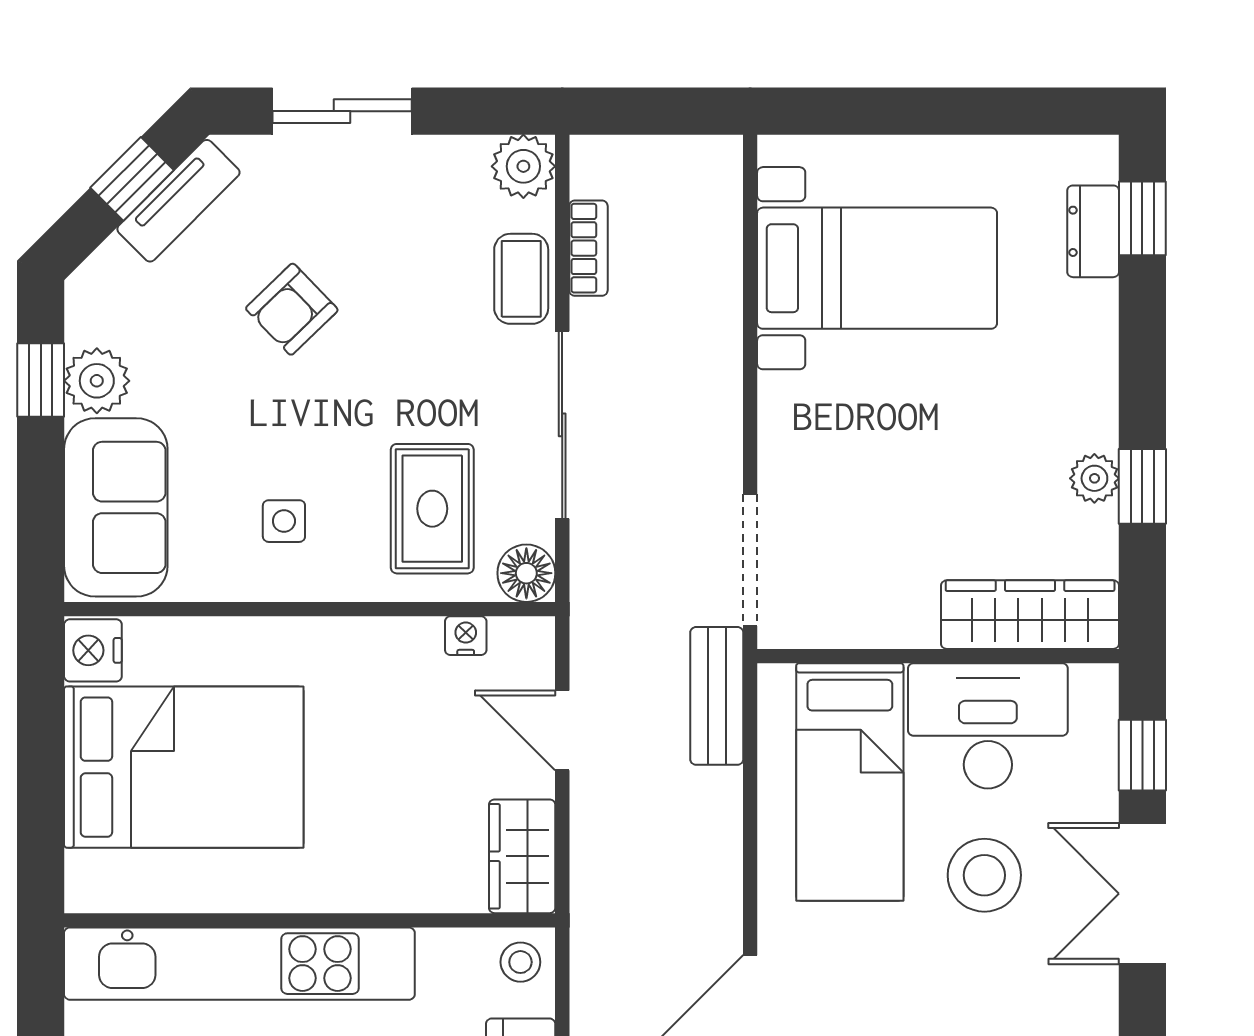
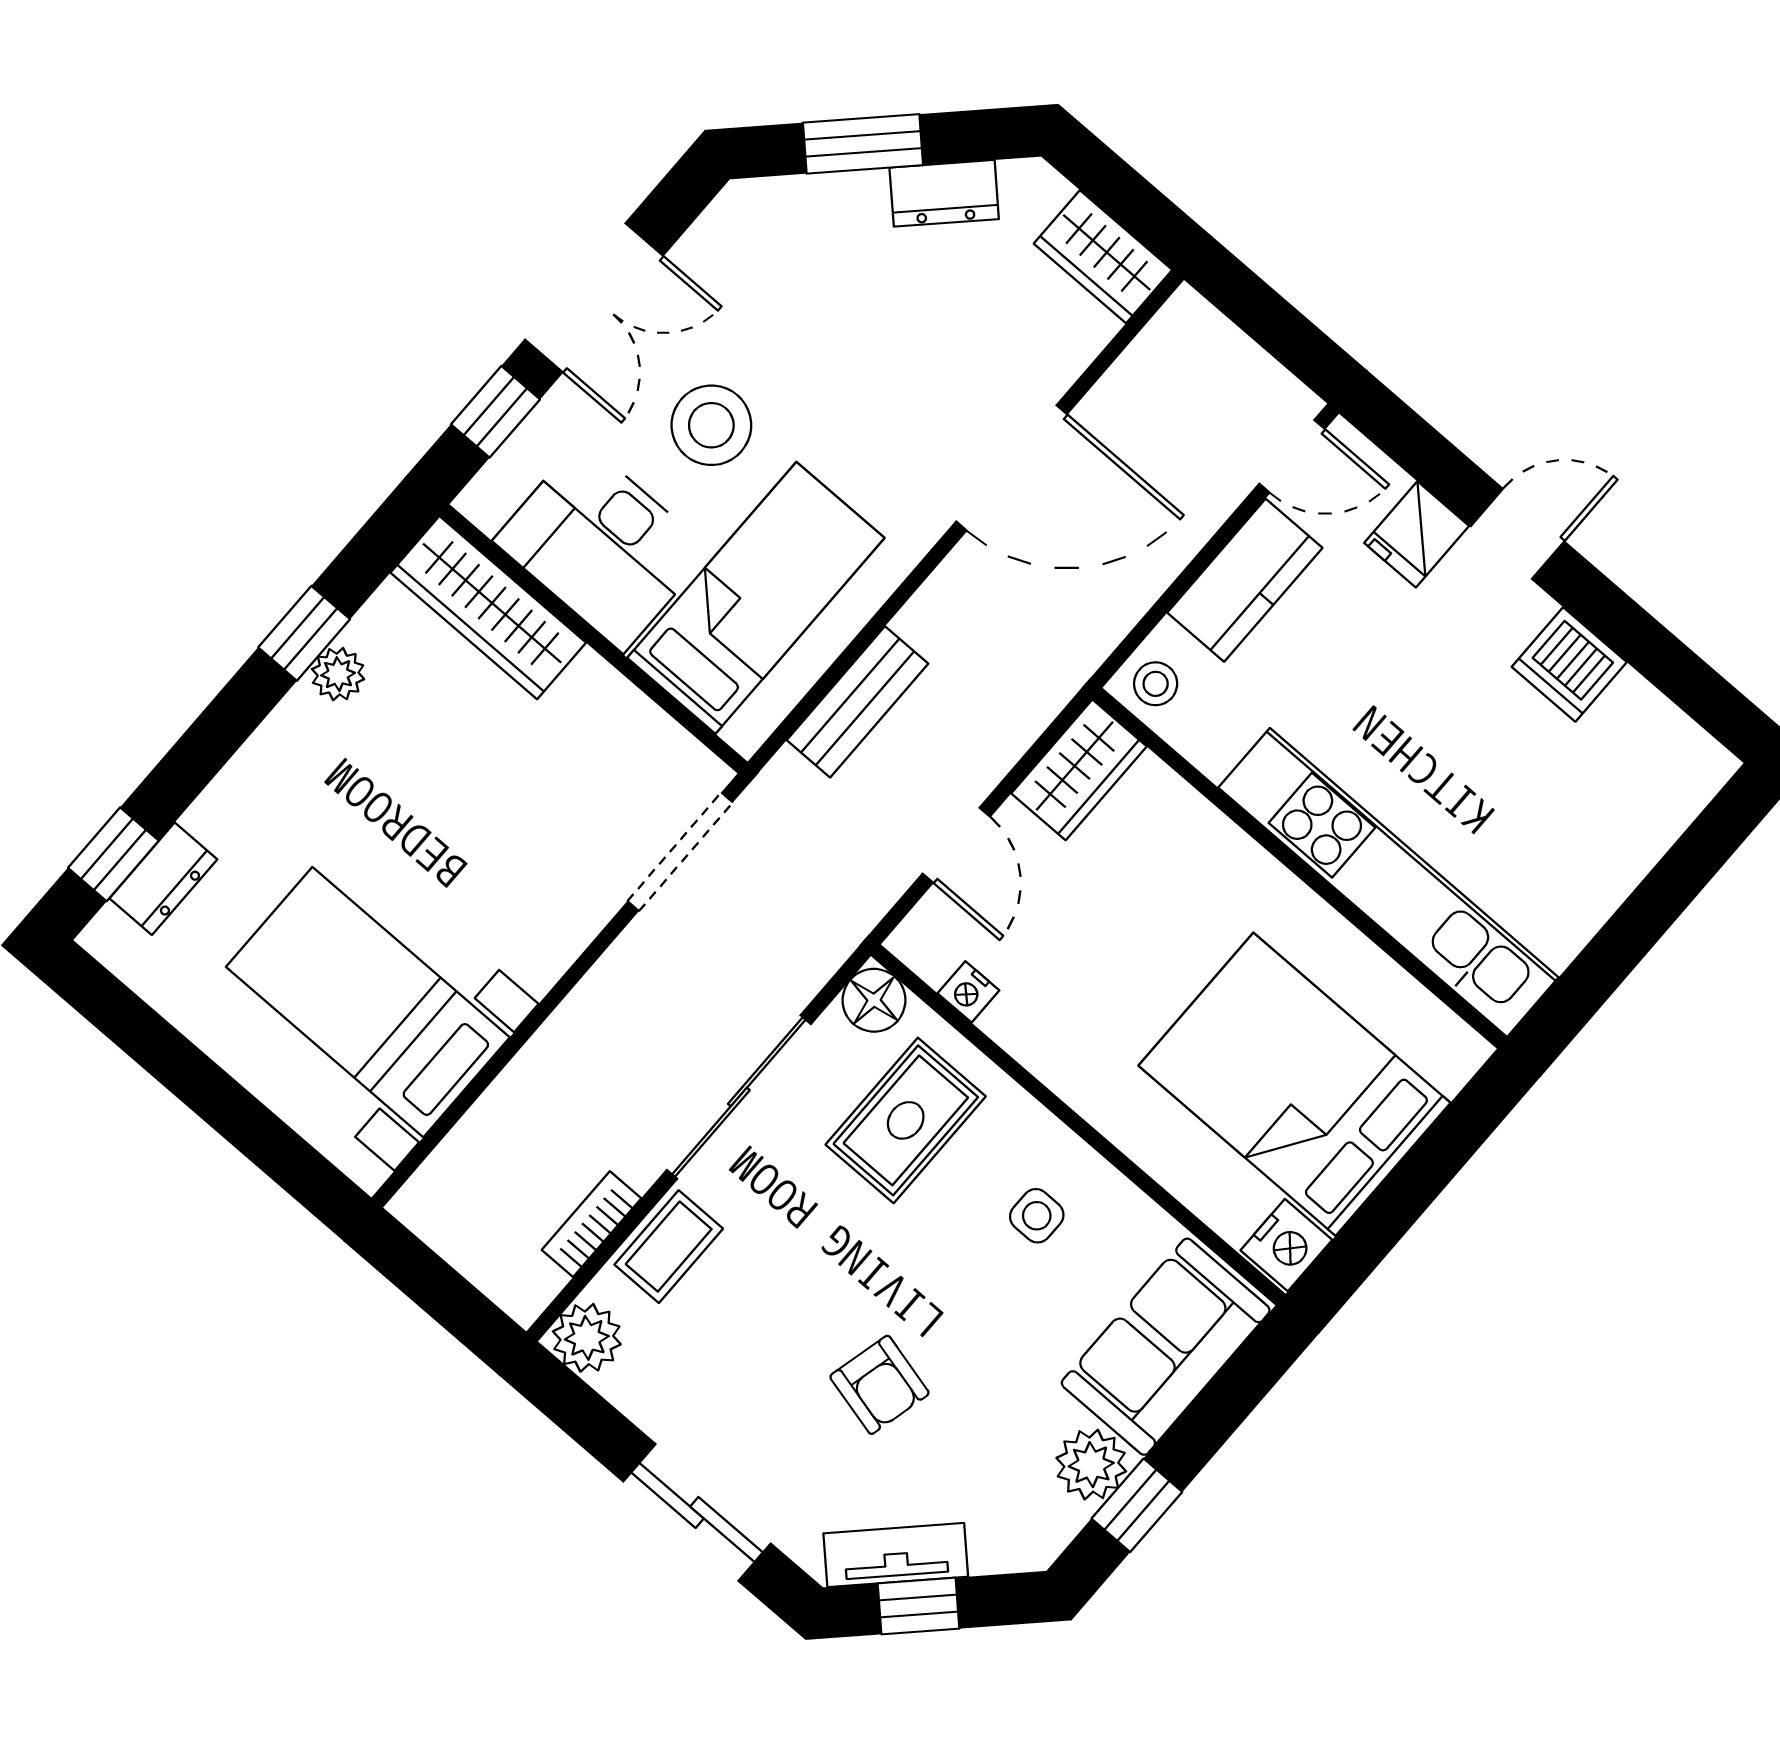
armchair: (292, 309) -> (879, 1385), turned 58
bench: (717, 696) -> (858, 702), moved

